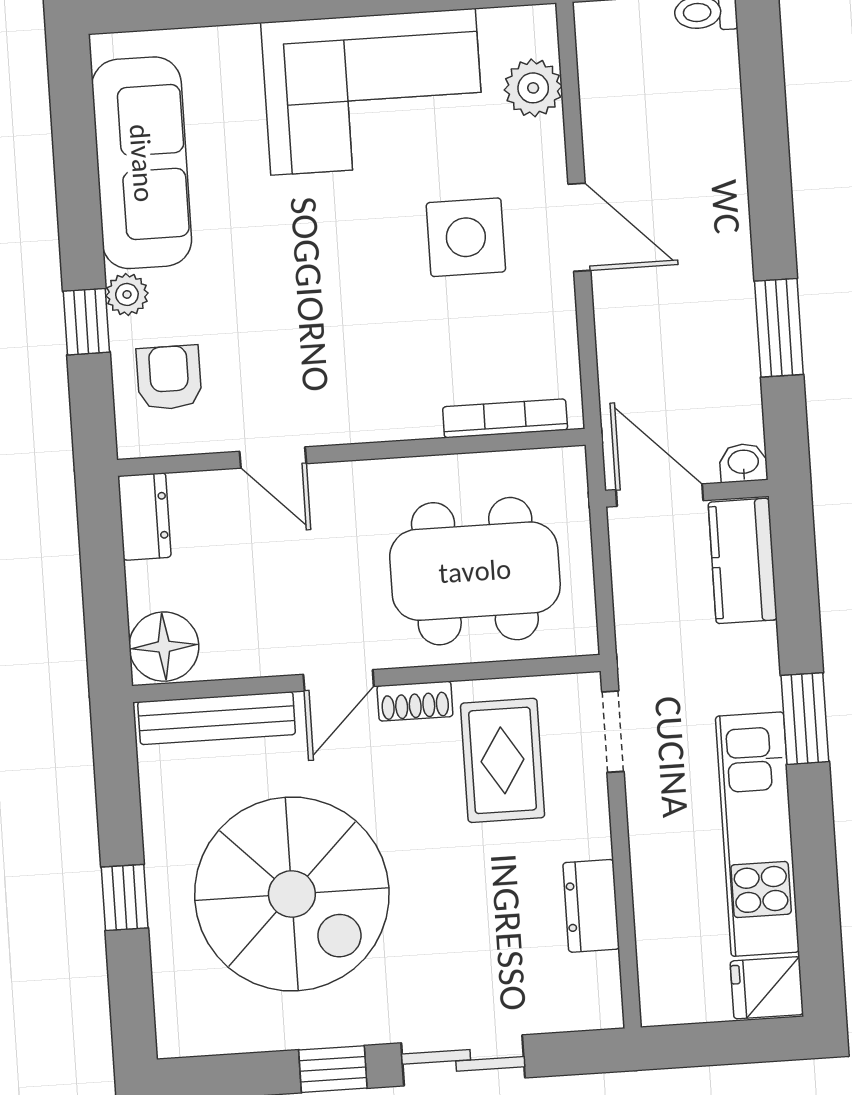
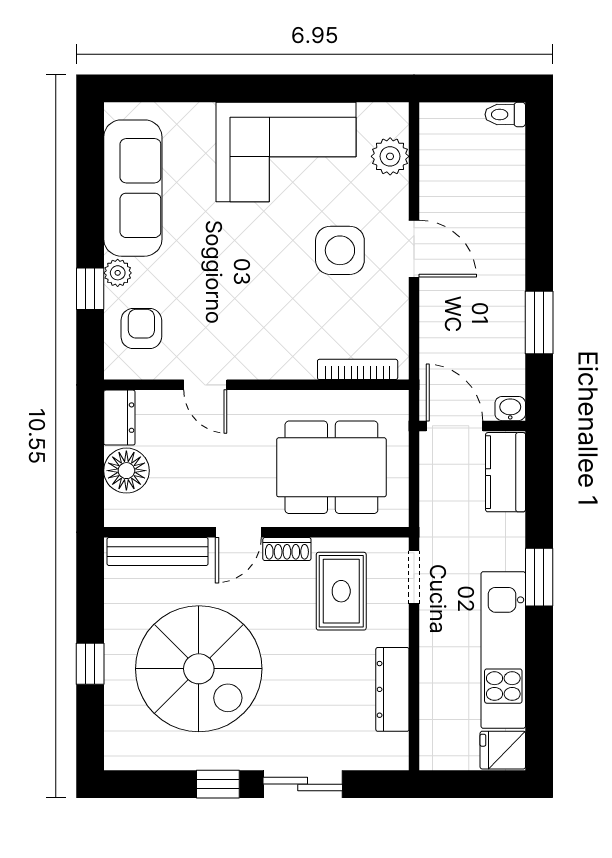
floor lamp: (164, 647) -> (126, 471), moved
dresser: (591, 906) -> (392, 689), width x1.44

